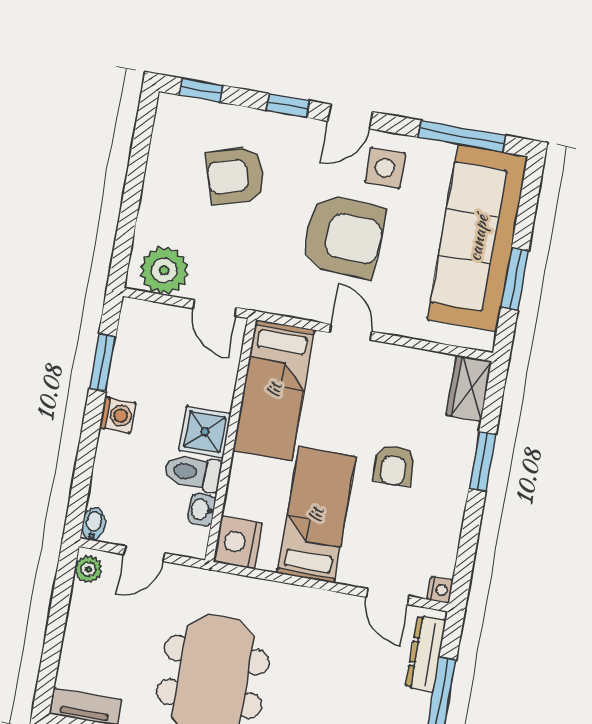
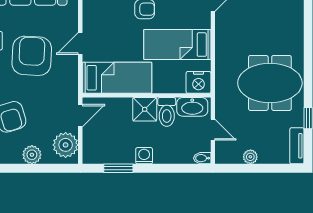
plant: (157, 204) -> (32, 155), added
washbasin: (202, 510) -> (192, 107), width x1.91, depth x1.45
plant: (88, 569) -> (250, 157), moved

